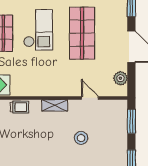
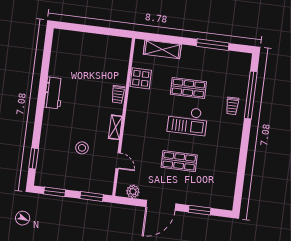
shop shelf: (82, 33) -> (179, 161), width x0.70, depth x0.74
door: (90, 98) -> (118, 161), hinge flipped

